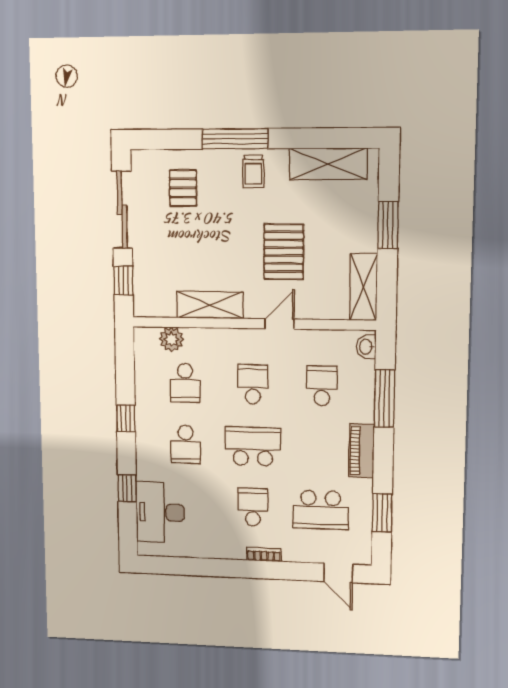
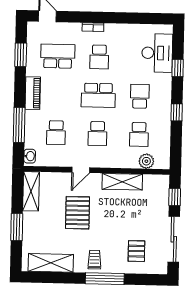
school desk: (185, 383) -> (139, 134), turned 180

